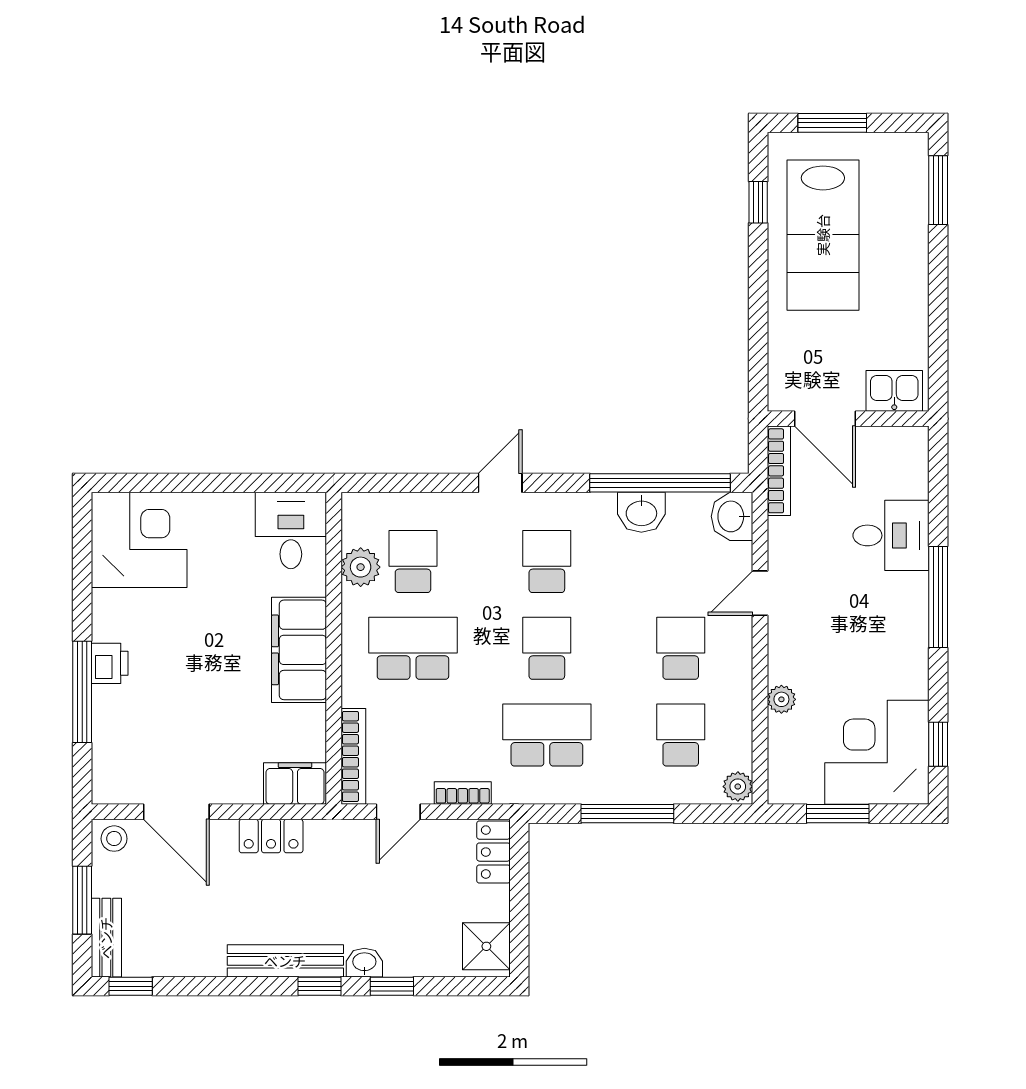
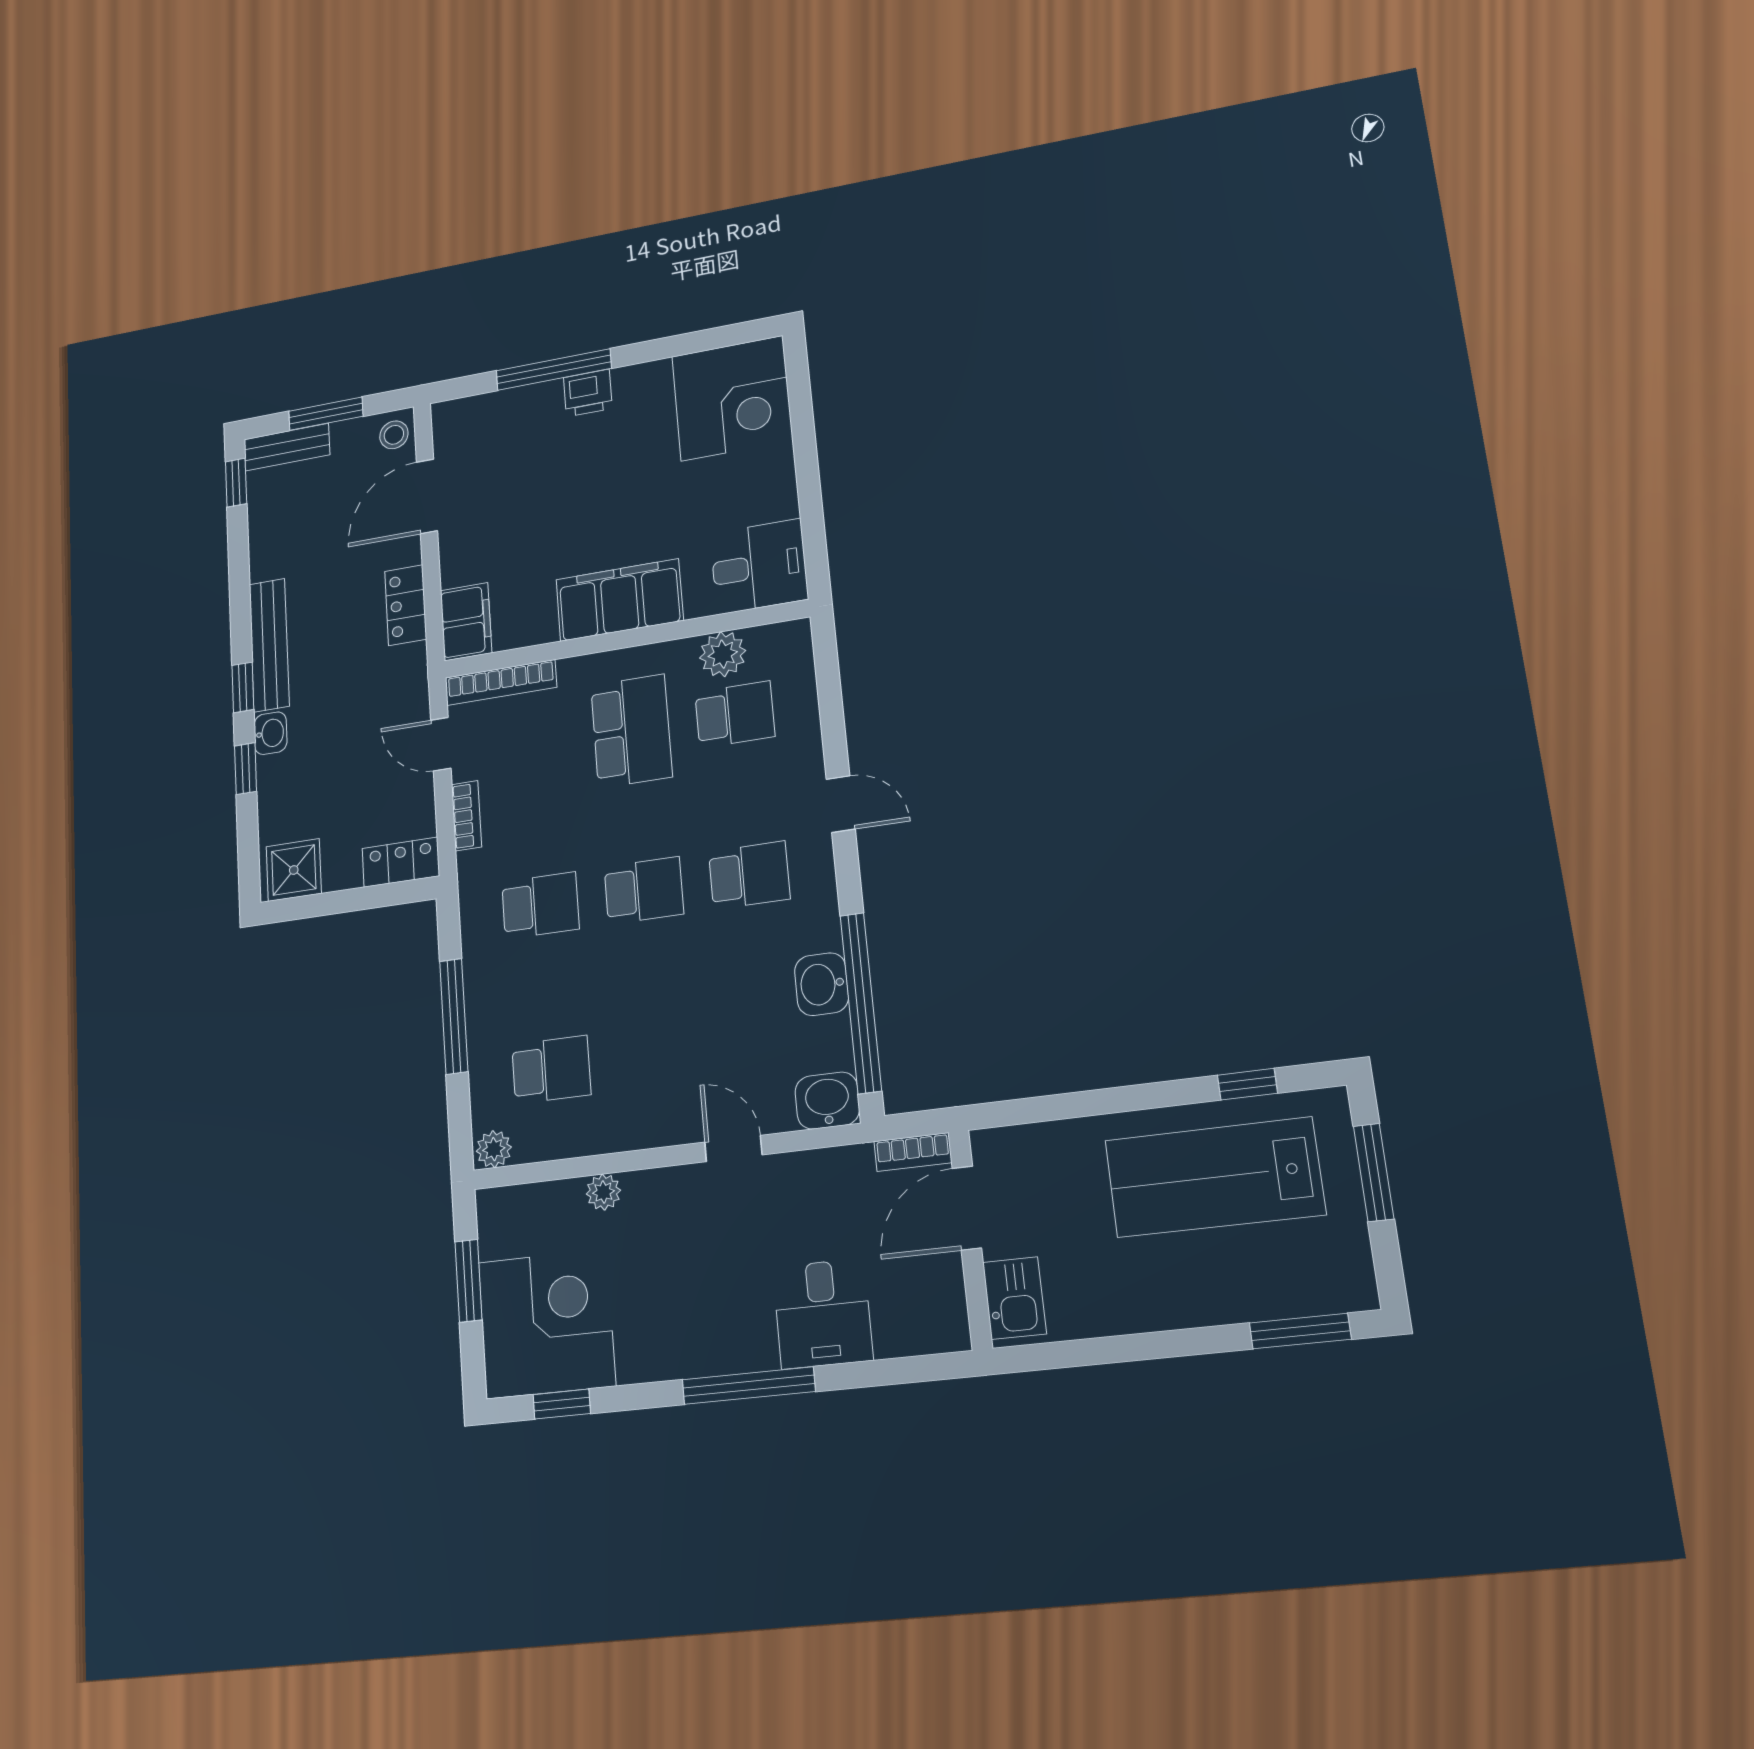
bookcase: (779, 471) -> (913, 1152), width x0.64
school desk: (681, 648) -> (657, 1056), removed
school desk: (547, 735) -> (540, 905), width x0.54

